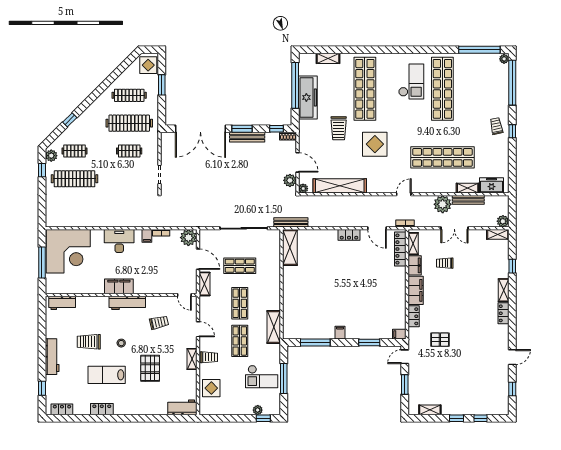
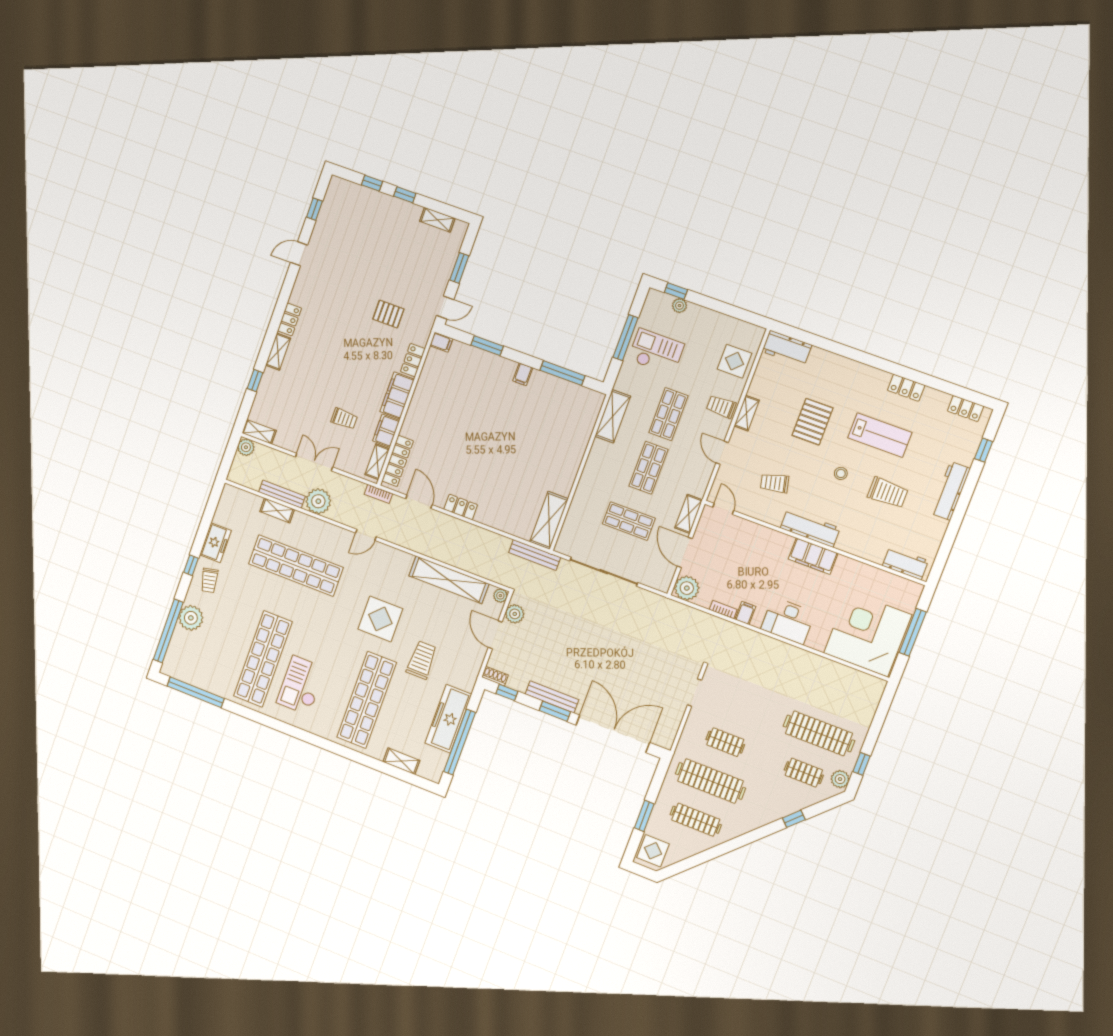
plant: (504, 59) -> (191, 618), moved, width x1.88, depth x1.88
freezer: (491, 185) -> (215, 543), moved, turned -90

